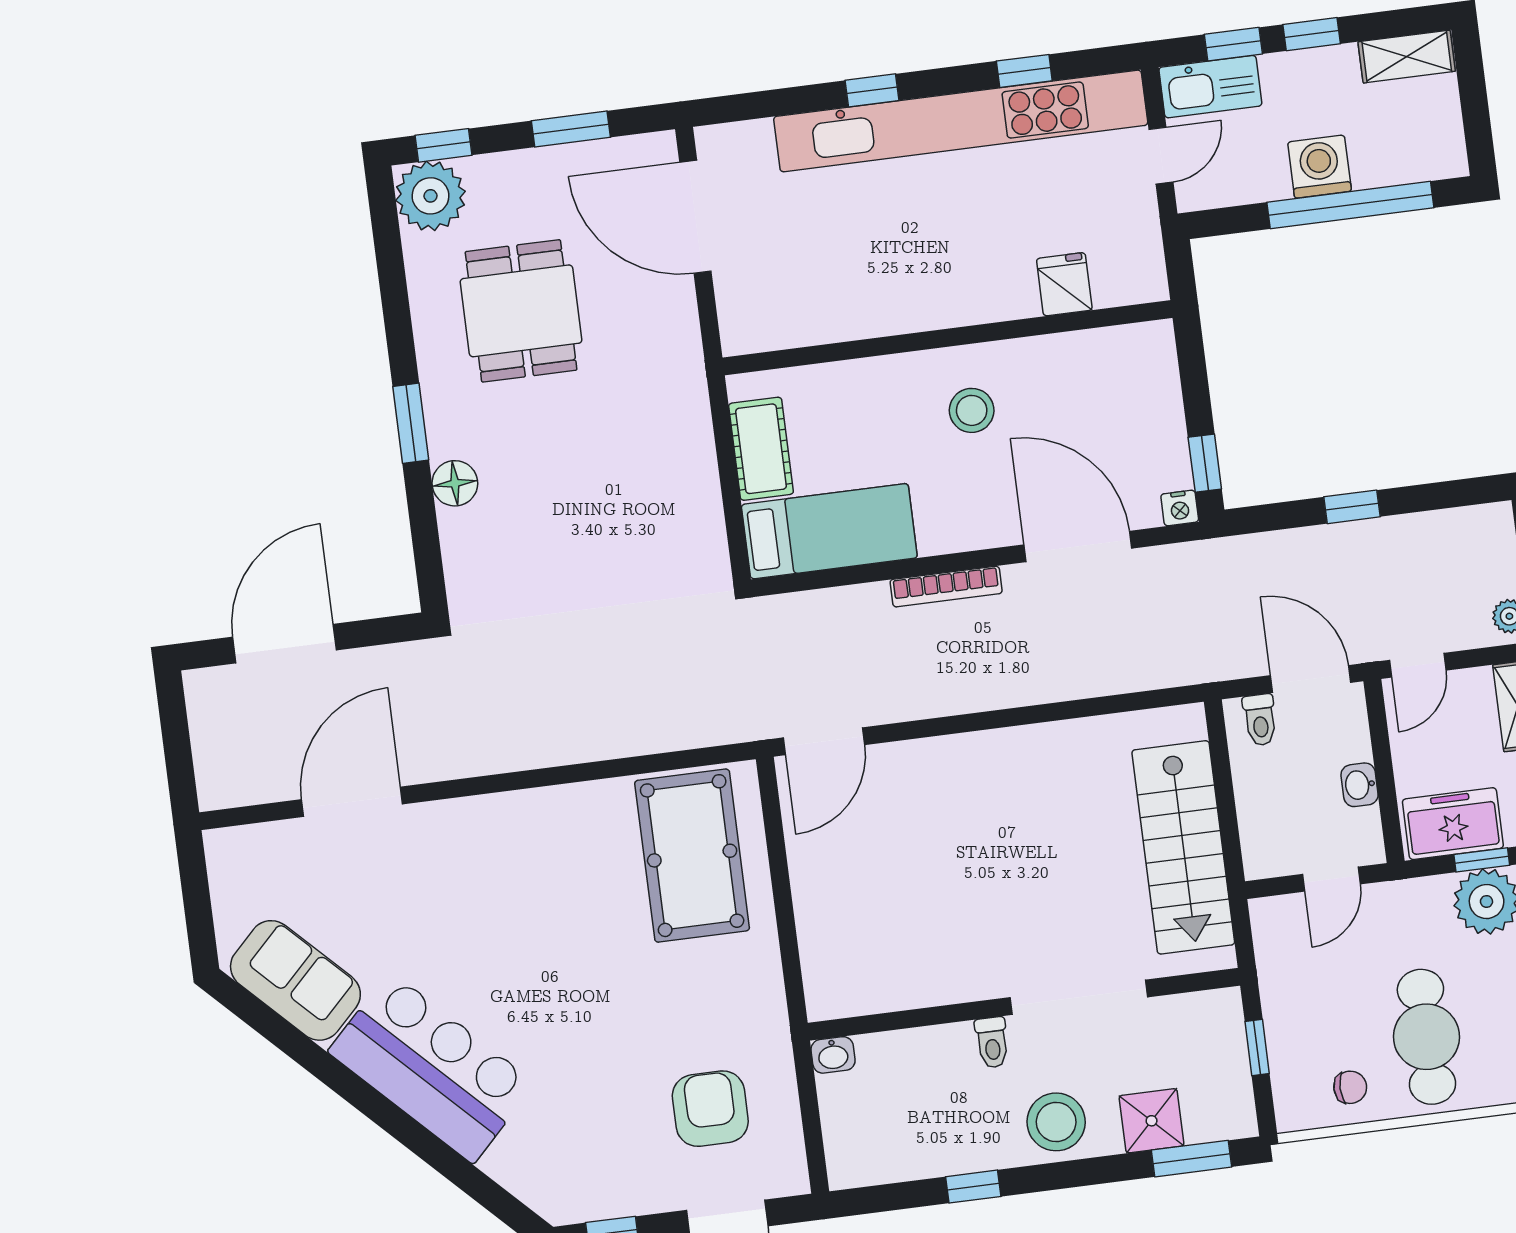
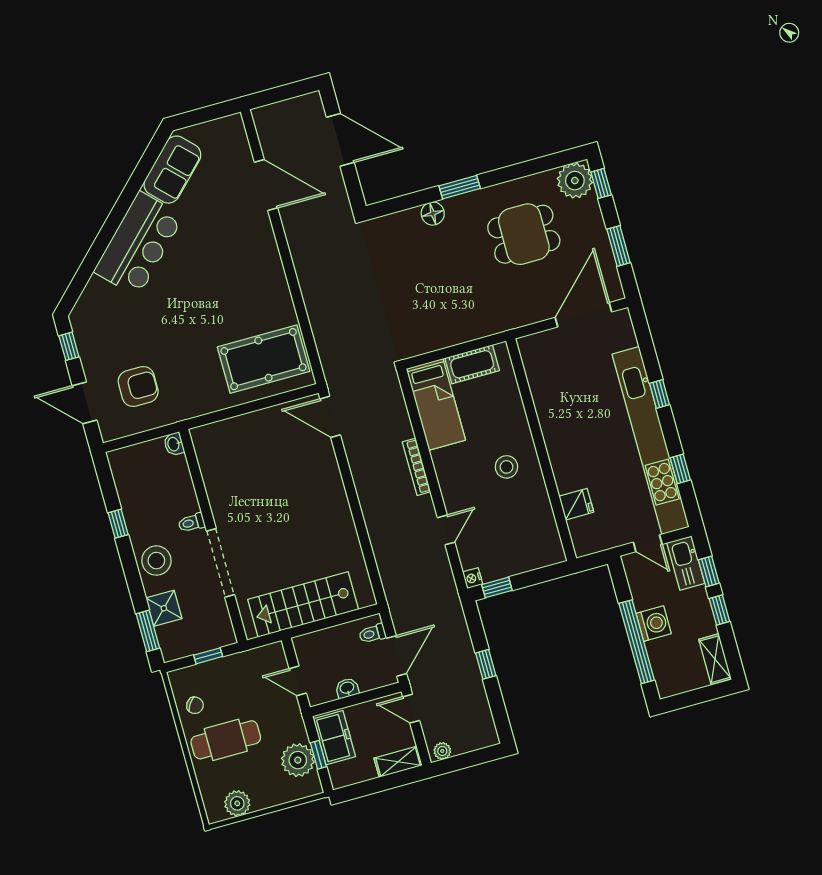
door: (1078, 546) -> (446, 530), width x0.53
chair: (1350, 1087) -> (195, 705), turned -55

